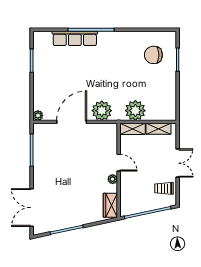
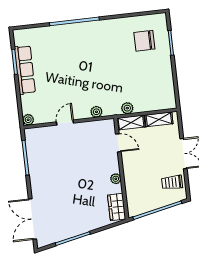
row of seats: (75, 38) -> (25, 70), moved, turned -90
plant: (102, 111) -> (96, 112), width x0.53, depth x0.53
plant: (135, 111) -> (127, 108), width x0.53, depth x0.53
door: (72, 122) -> (65, 123), width x0.53
door: (119, 163) -> (118, 143), moved

